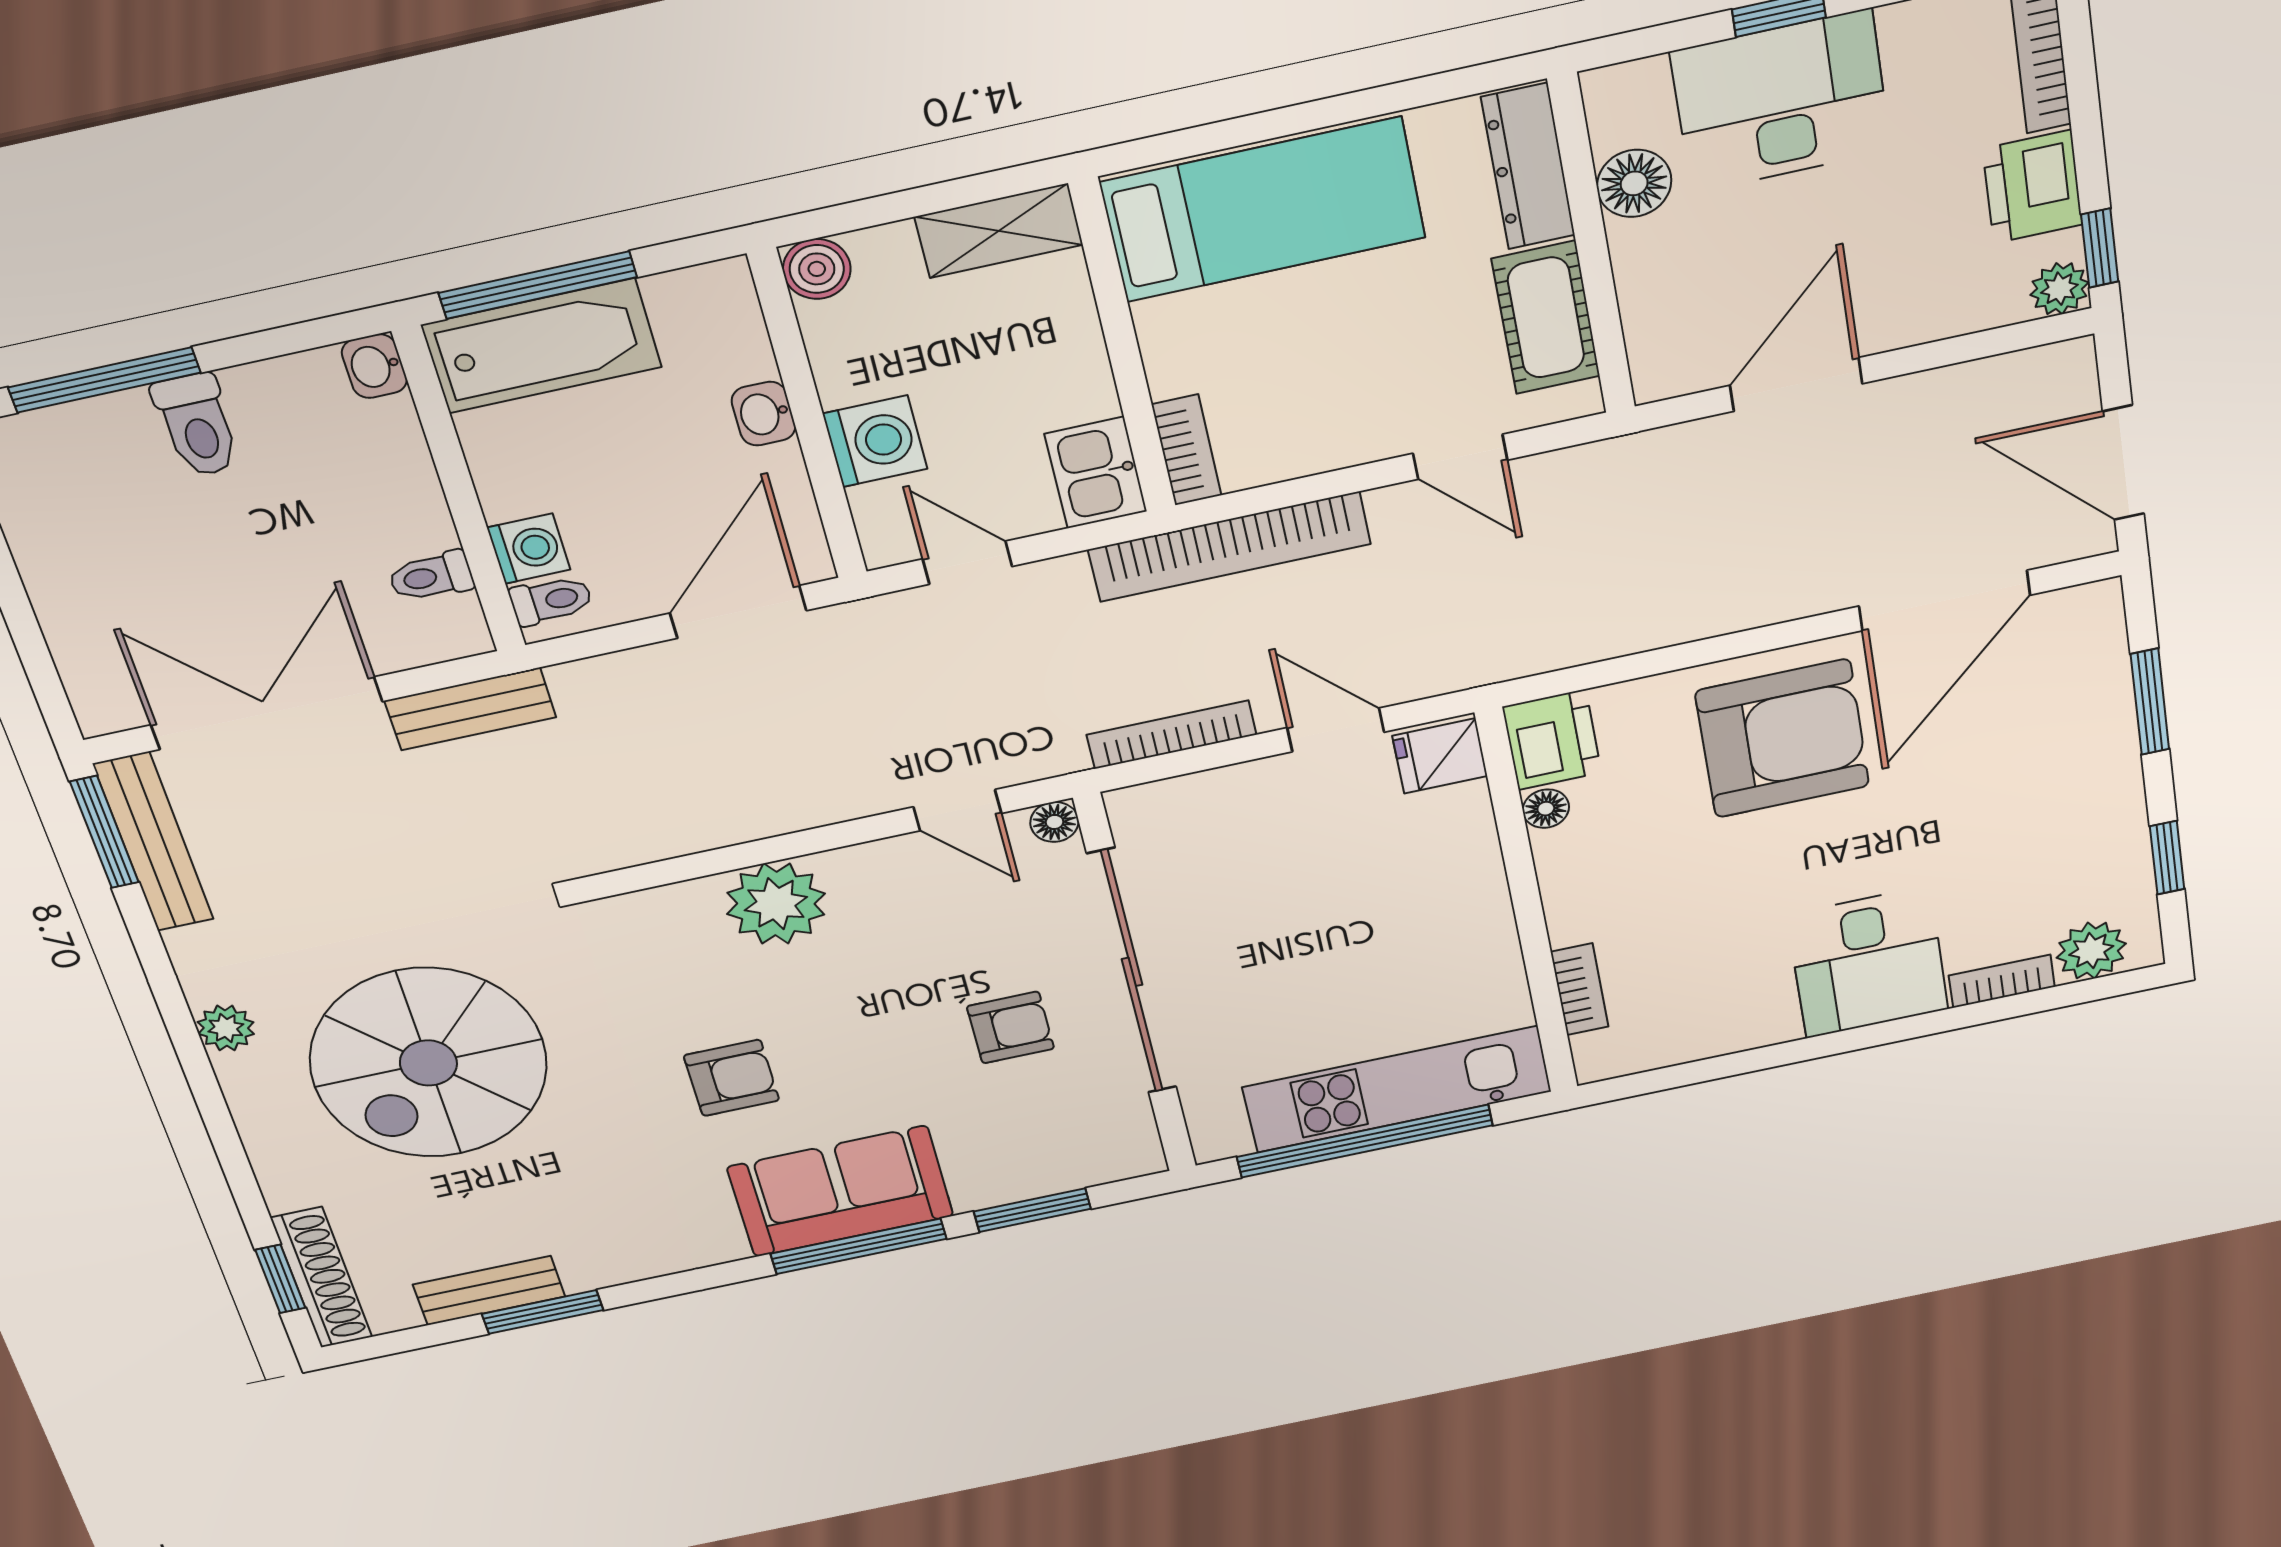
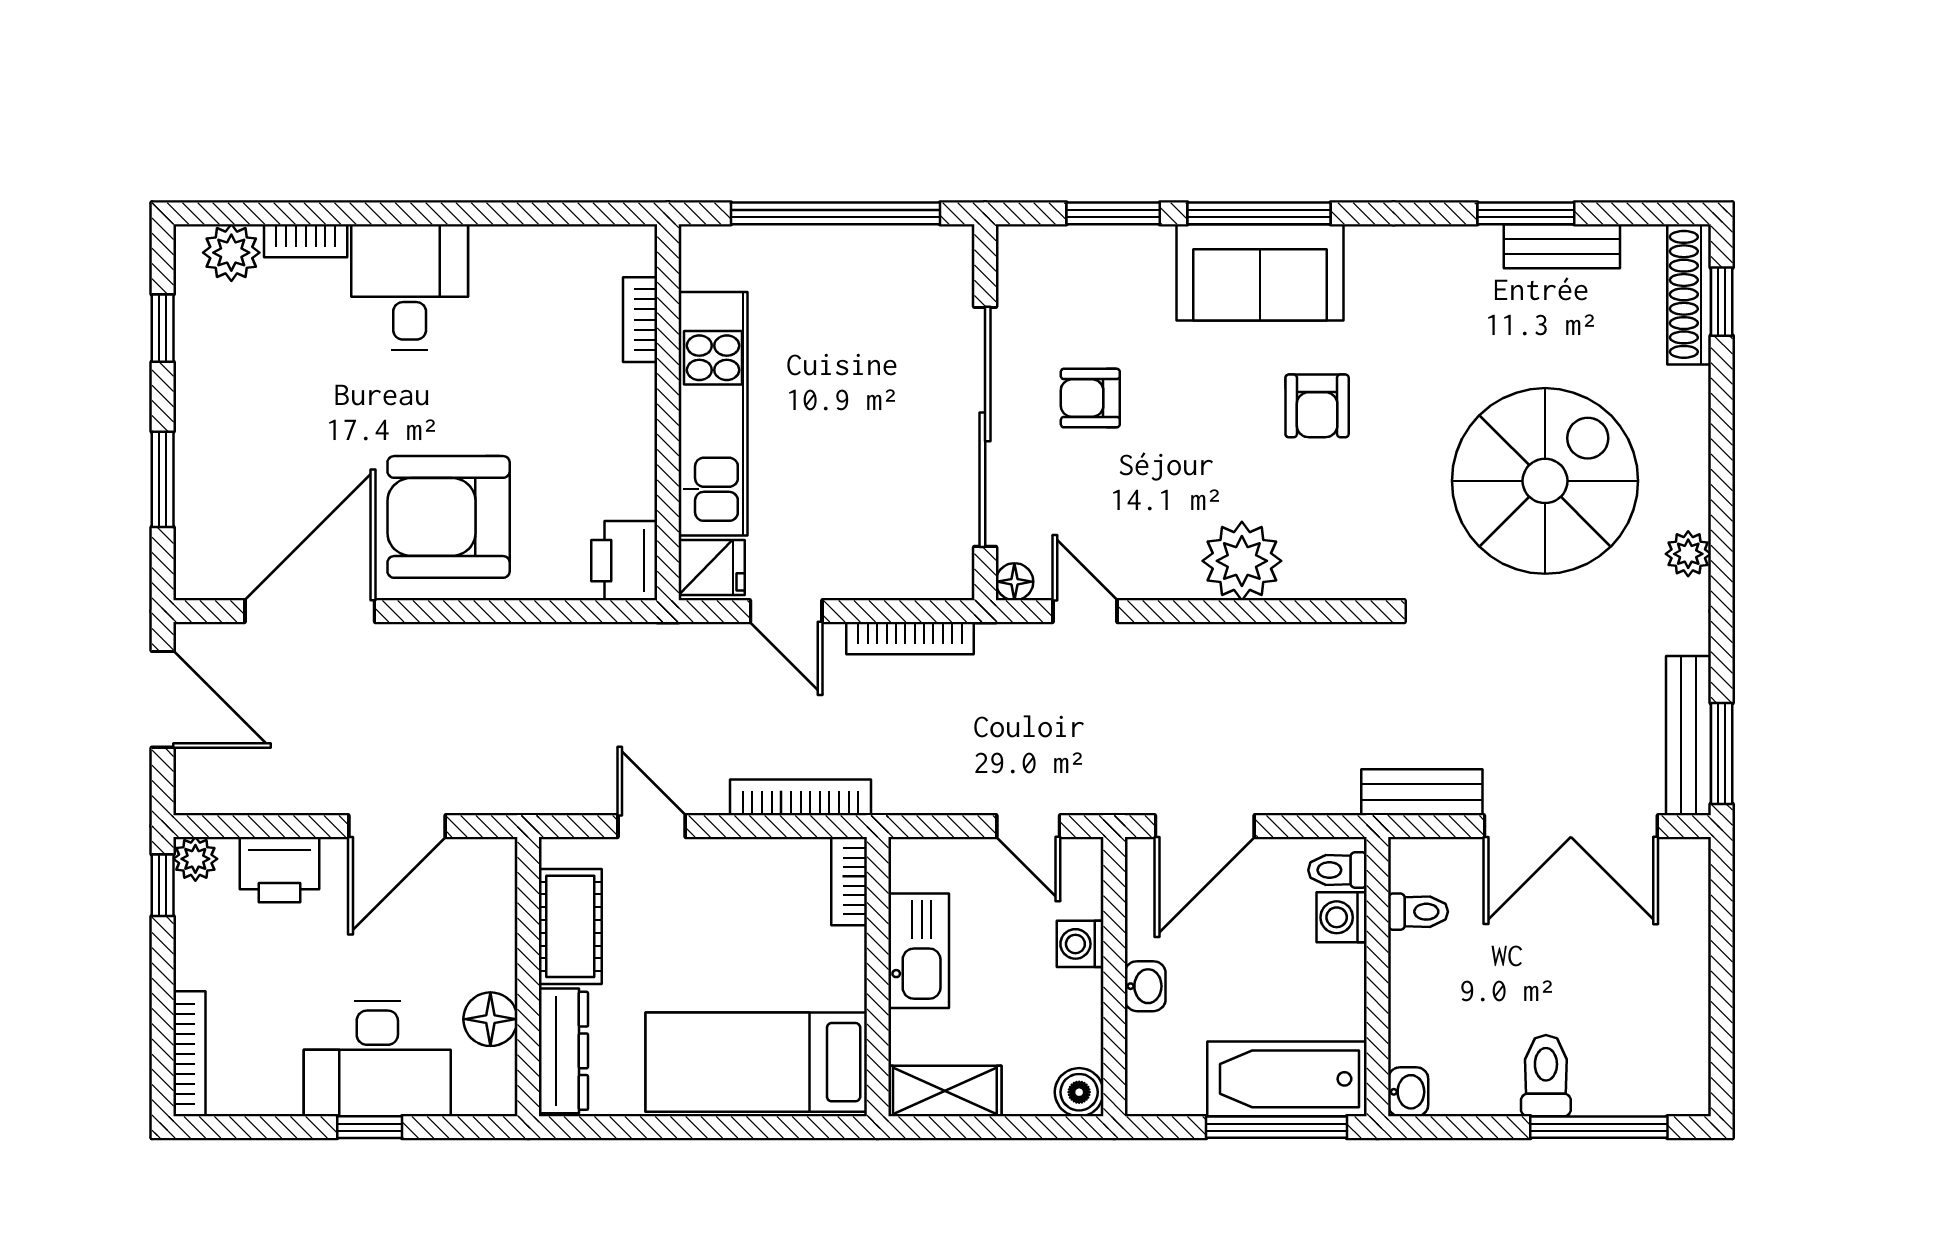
printer: (2033, 187) -> (279, 870), moved, turned 90
washing machine: (875, 441) -> (1080, 944), width x0.73, depth x0.73
kitchen sink: (1096, 473) -> (919, 951), moved, width x1.38
bookcase: (1229, 547) -> (801, 797), width x0.68, depth x0.76
floor lamp: (1546, 809) -> (639, 498), removed
armchair: (732, 1078) -> (1317, 406), turned -90
kitchen unit: (1397, 1089) -> (713, 414), moved, turned -90

